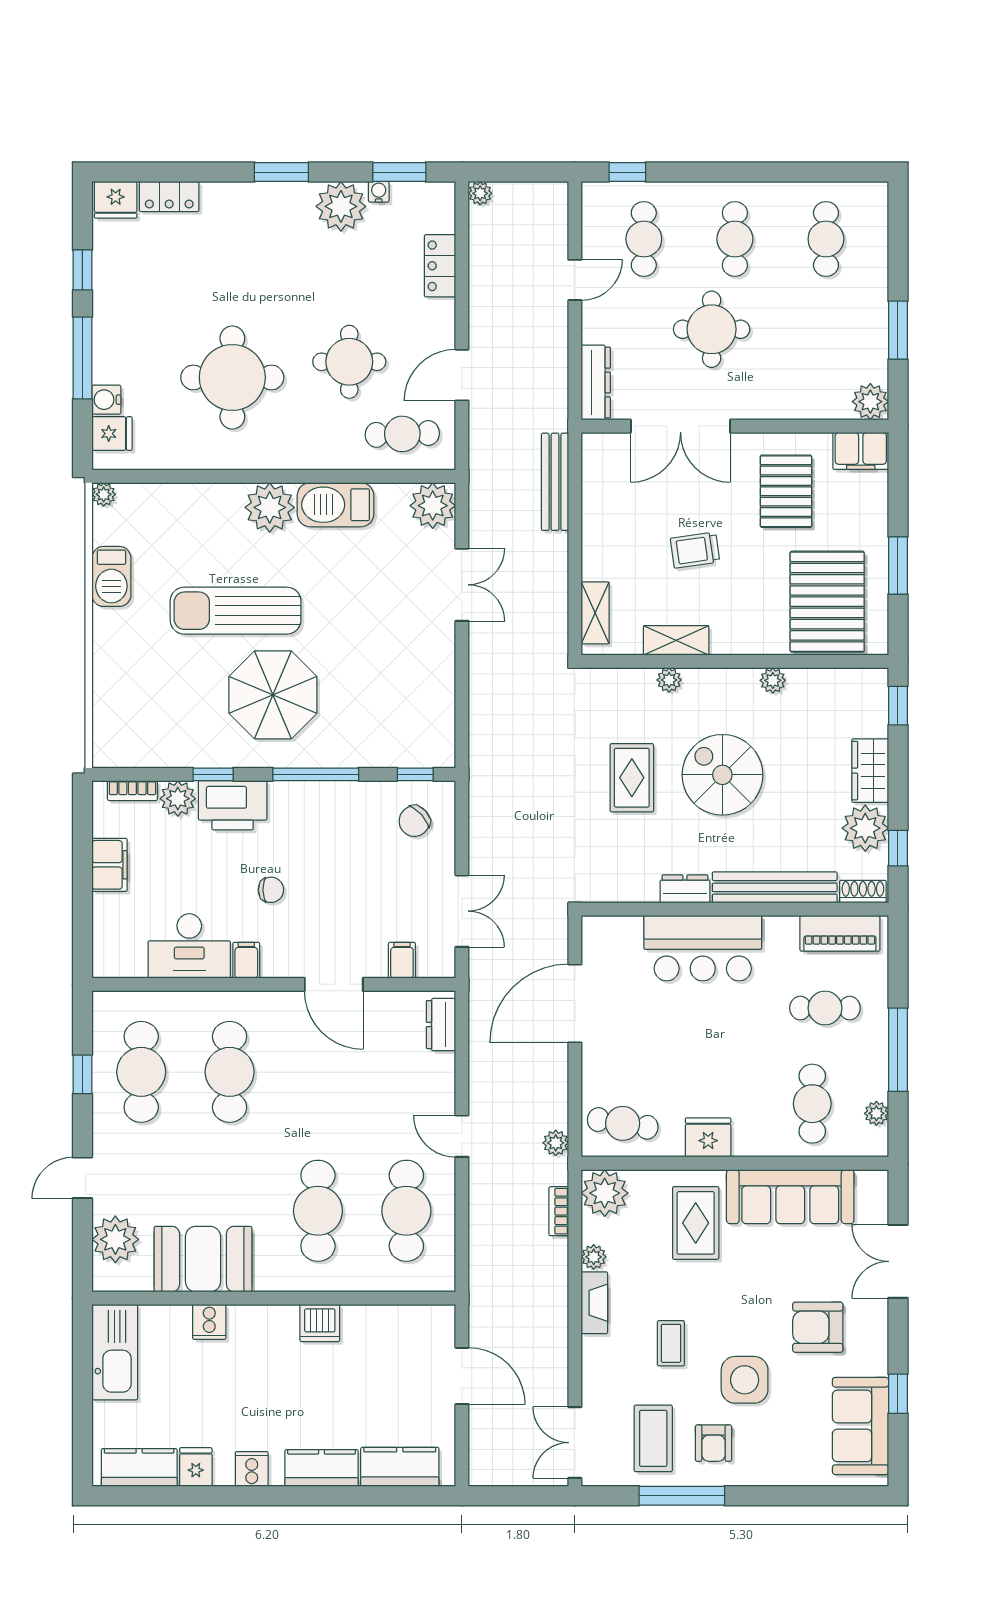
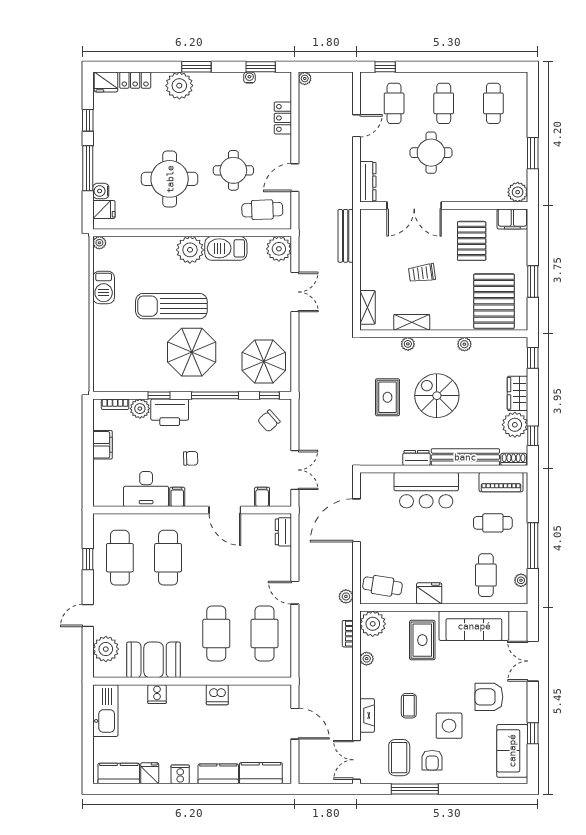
plant: (341, 206) -> (179, 86), moved
parasol: (405, 712) -> (264, 362), added
fireplace: (594, 1303) -> (367, 715), moved

